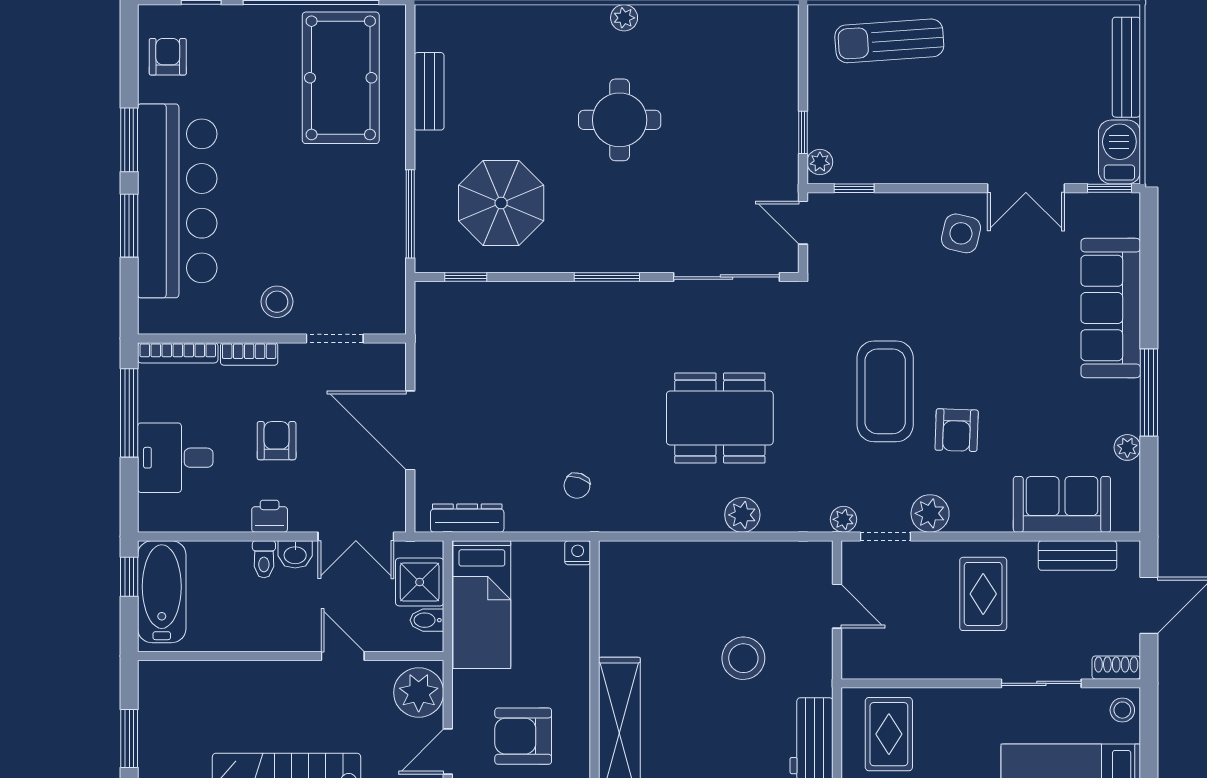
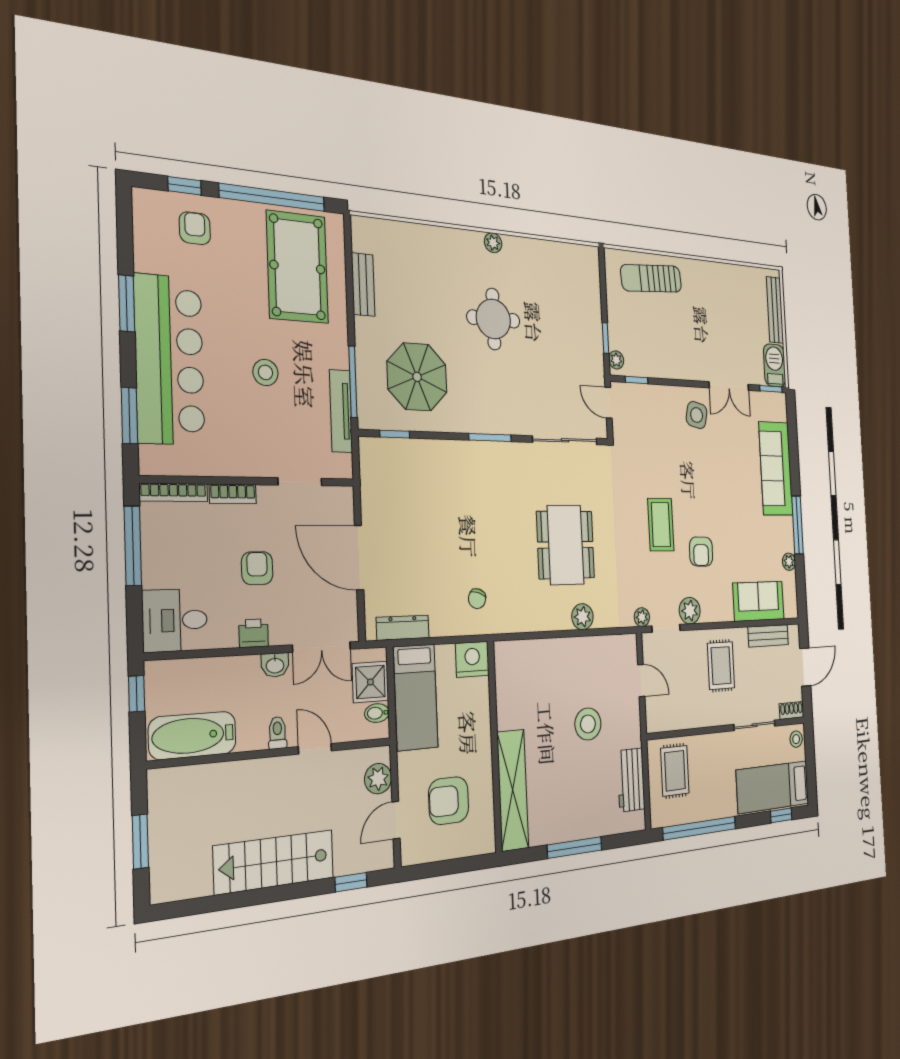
armchair: (168, 57) -> (195, 228), moved
window: (129, 226) -> (129, 416), moved
tv unit: (392, 251) -> (341, 411), added
stool: (277, 302) -> (265, 372), moved
coffee table: (885, 391) -> (661, 525), width x0.73, depth x0.76
dining table: (720, 418) -> (566, 545), turned 90
desk: (175, 458) -> (175, 620), moved
nightstand: (578, 553) -> (472, 659), width x1.89, depth x1.79
toilet: (264, 559) -> (277, 733), moved, turned 180
bathtub: (162, 592) -> (193, 735), moved, turned -90
plant: (419, 693) -> (378, 779), width x0.73, depth x0.73

